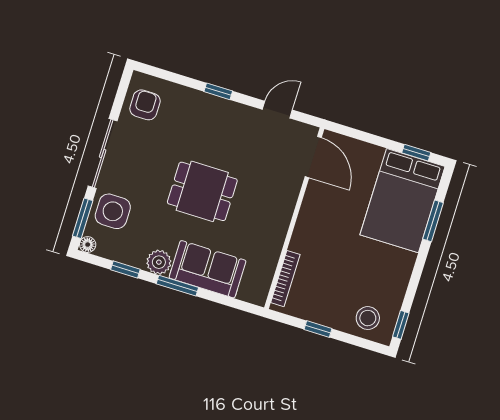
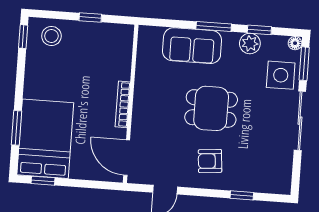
window: (218, 91) -> (242, 195), moved
armchair: (145, 105) -> (210, 161), moved, turned 85
plant: (159, 262) -> (250, 43), moved
bookcase: (285, 279) -> (123, 104), moved

